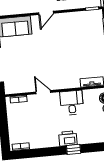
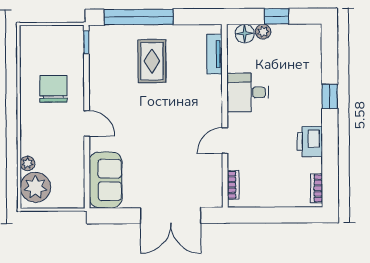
rug: (85, 47) -> (152, 61), added
printer: (68, 138) -> (310, 141), moved

